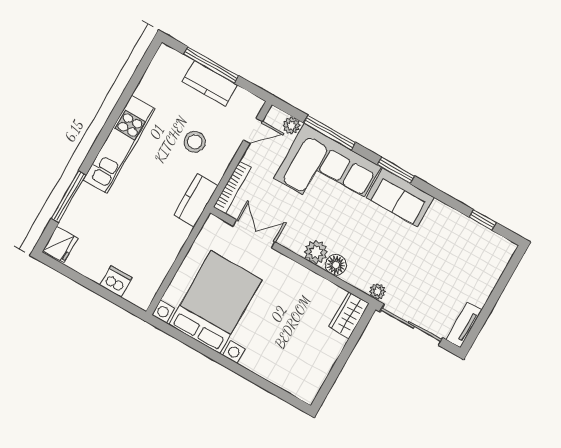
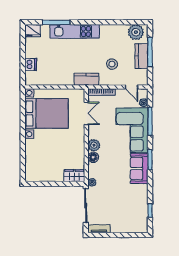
plant: (163, 70) -> (136, 32), added
kitchen unit: (119, 145) -> (75, 31), moved

